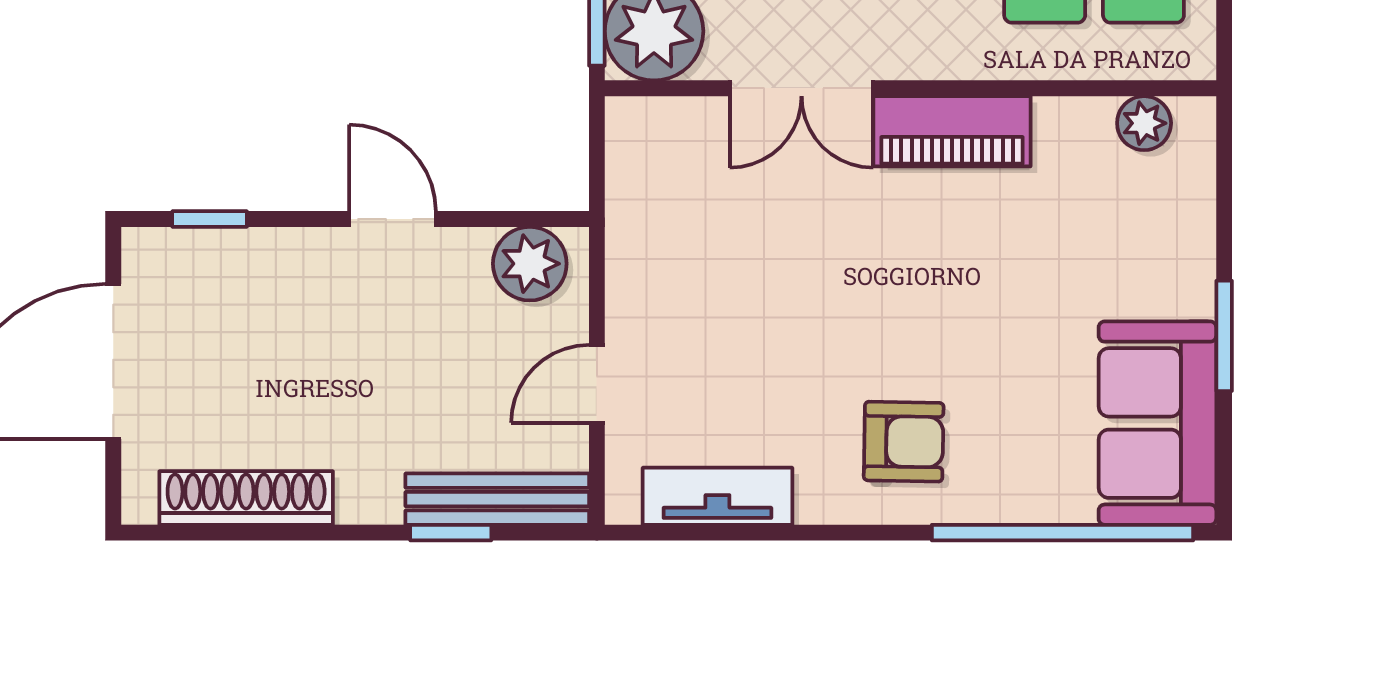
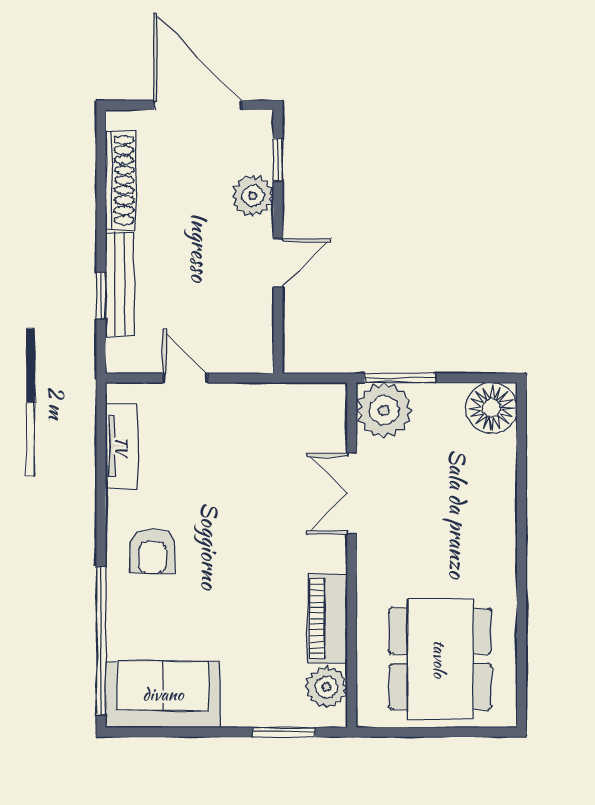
plant: (1144, 123) -> (326, 687), width x1.38, depth x1.38
piano: (952, 131) -> (328, 619), moved
plant: (530, 264) -> (253, 196), moved
window: (1224, 336) -> (284, 732), moved
bench: (497, 499) -> (120, 284), moved

